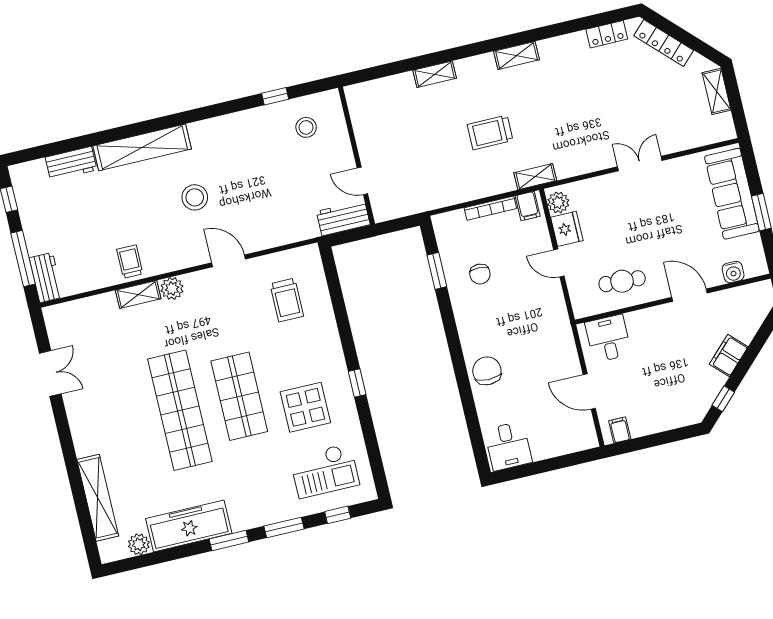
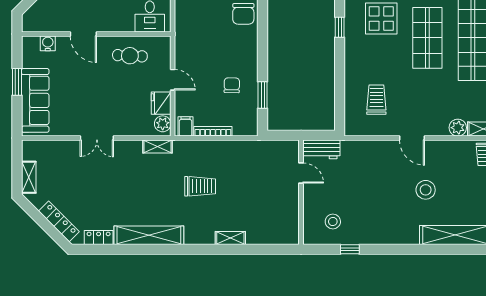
shelving: (516, 55) -> (149, 235), width x2.20, depth x1.33
shelving: (535, 177) -> (158, 146), moved

